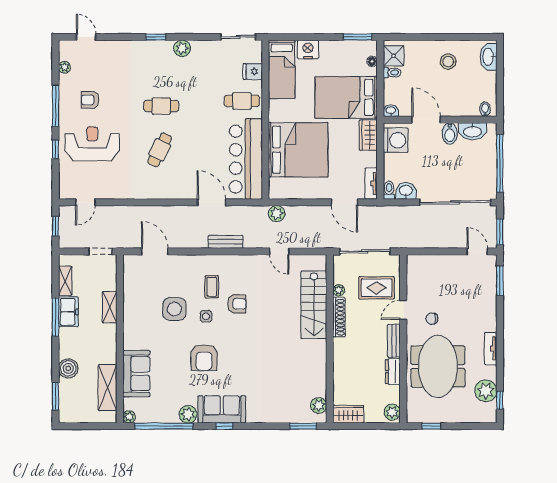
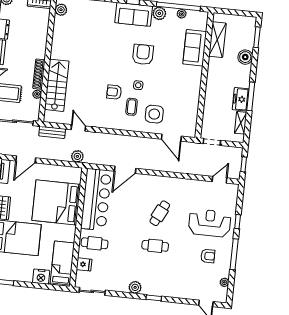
reception desk: (92, 144) -> (210, 223), turned 180
door: (212, 202) -> (125, 170), hinge flipped
door: (344, 202) -> (26, 159), swing flipped
bench: (226, 242) -> (52, 132), moved
shelving: (110, 307) -> (209, 100), removed
side table: (174, 309) -> (154, 114), moved
plant: (129, 417) -> (182, 14), moved

